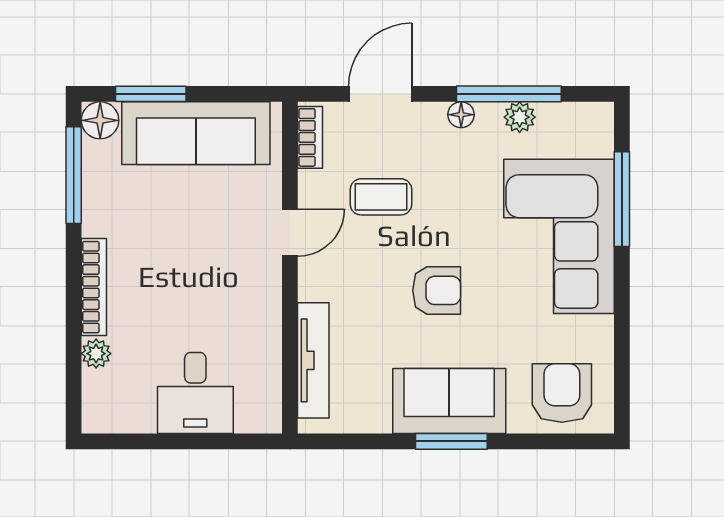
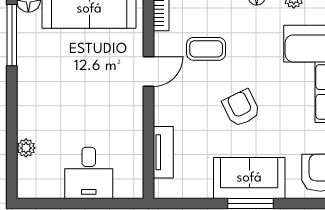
bookcase: (94, 287) -> (25, 106), removed
armchair: (437, 290) -> (241, 108), turned -116
tv unit: (313, 360) -> (163, 152), width x0.71

